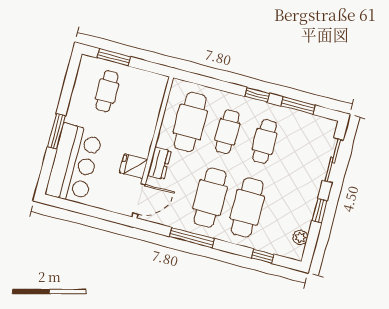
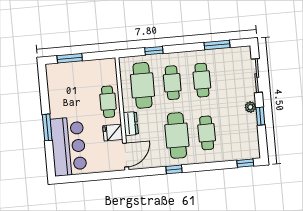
cafe table: (107, 91) -> (108, 102), moved
window: (257, 95) -> (154, 51), moved
cafe table: (247, 207) -> (207, 133), width x0.73, depth x0.74
plant: (300, 237) -> (250, 107), moved
window: (192, 238) -> (174, 169), width x0.46
window: (263, 256) -> (245, 163), moved

